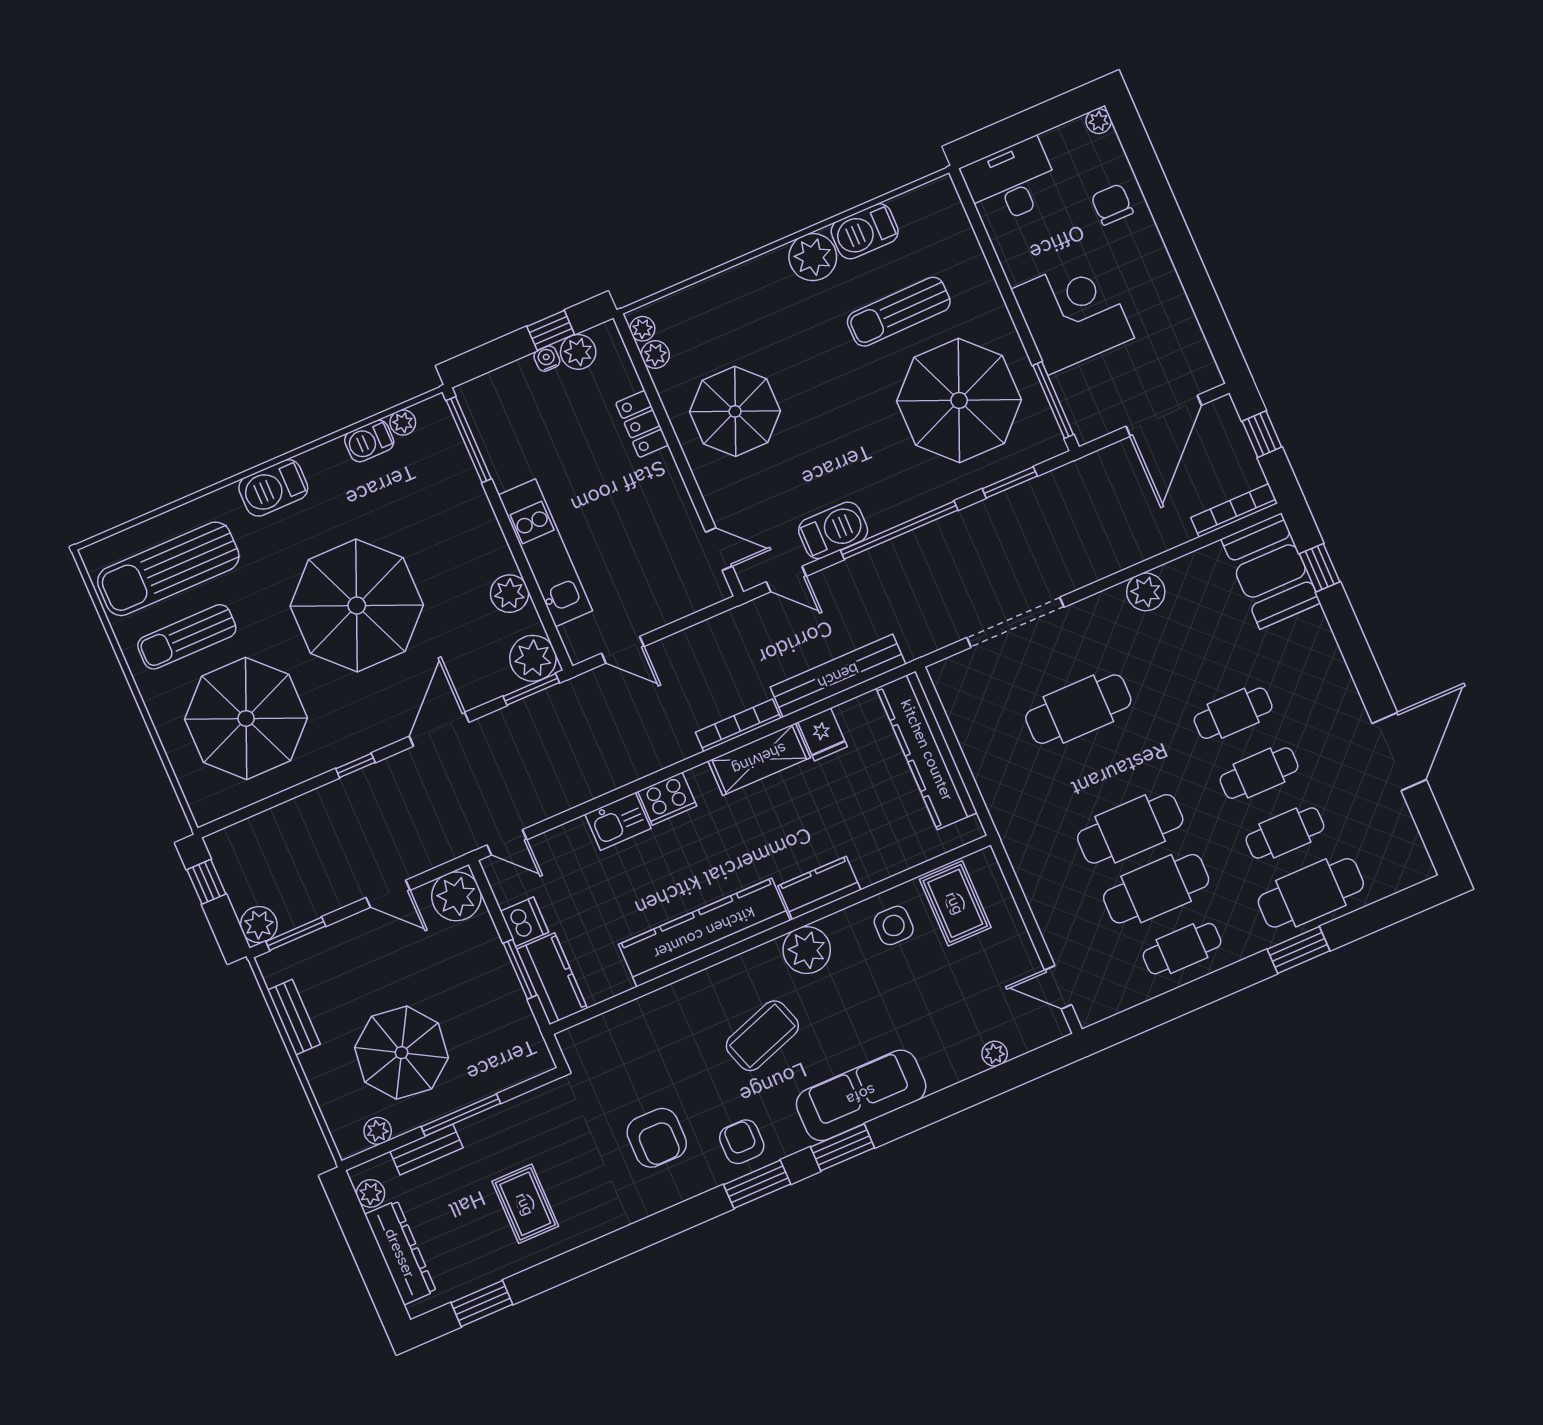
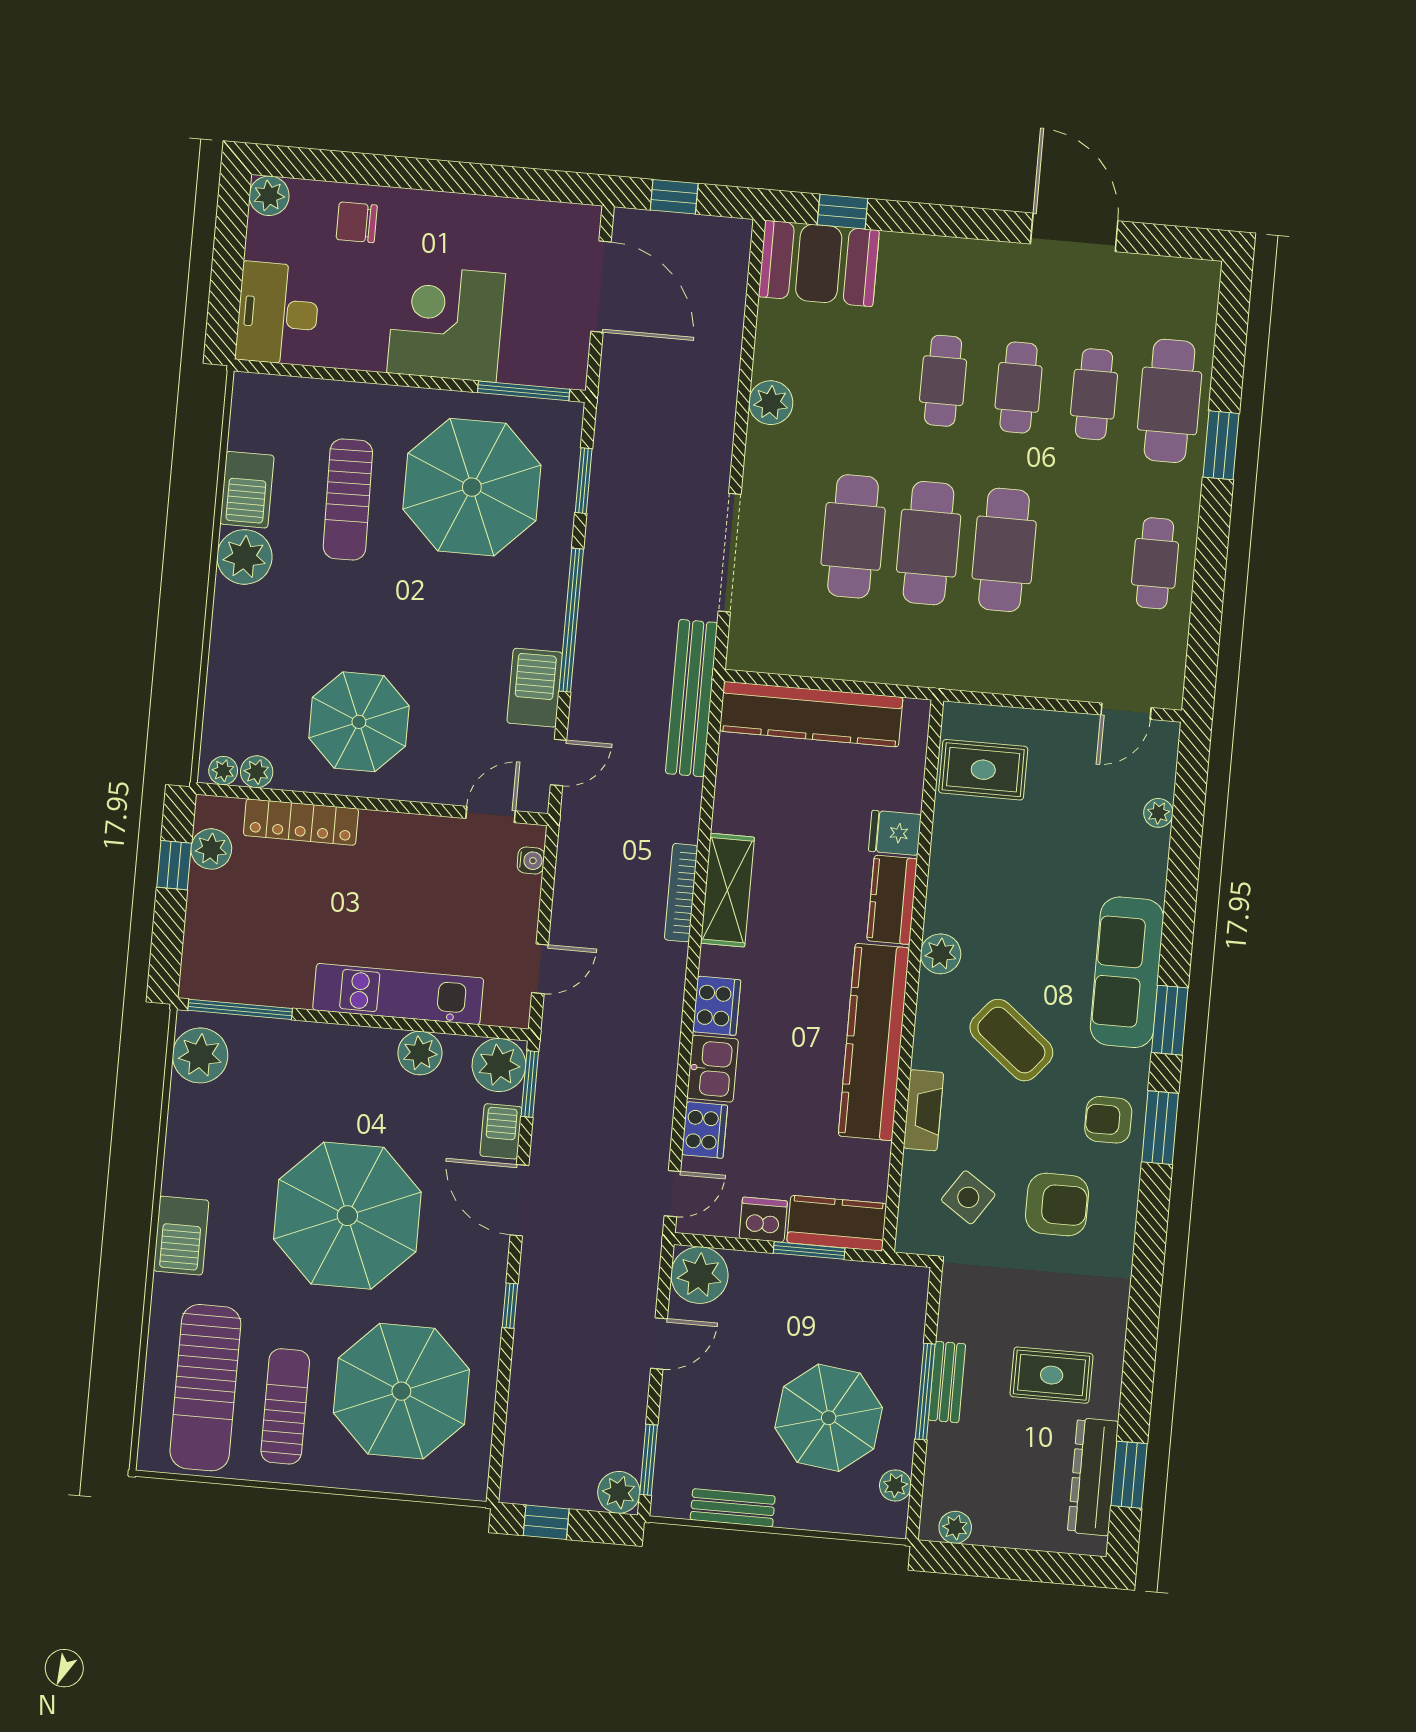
plant: (1099, 121) -> (269, 196), width x1.38, depth x1.38
water cooler: (547, 359) -> (531, 860), moved, turned 180
plant: (403, 423) -> (200, 1055), width x1.87, depth x1.87
locker: (642, 424) -> (301, 822), width x1.53
barbecue: (369, 441) -> (501, 1131), moved, turned 180
bookcase: (1234, 510) -> (737, 267), removed
sun lounger: (187, 637) -> (285, 1406), turned 180
bench: (838, 676) -> (692, 698), moved
fridge: (823, 734) -> (895, 833), moved, turned 180
cooker: (568, 841) -> (705, 1130), added
cafe table: (1156, 889) -> (929, 543), moved
side table: (894, 925) -> (968, 1197), moved, turned 34
plant: (807, 950) -> (941, 954), width x0.73, depth x0.73
fireplace: (673, 998) -> (923, 1110), added
coffee table: (762, 1036) -> (1011, 1040), turned -32
bench: (426, 1149) -> (947, 1382), moved
dresser: (400, 1253) -> (1093, 1477), moved, turned -90

